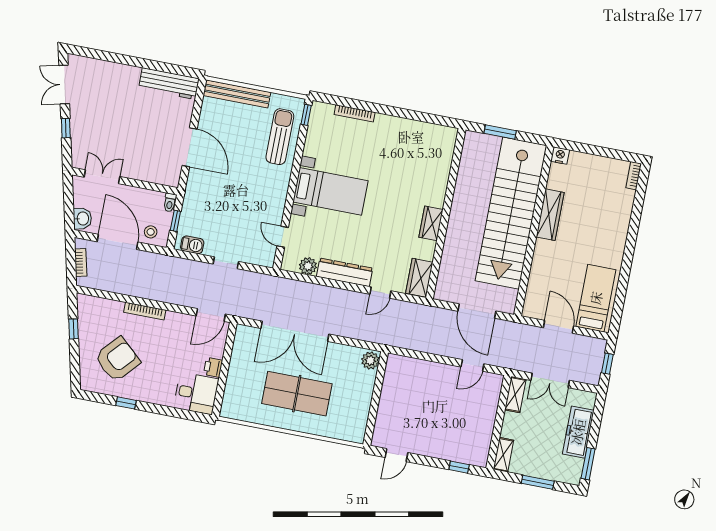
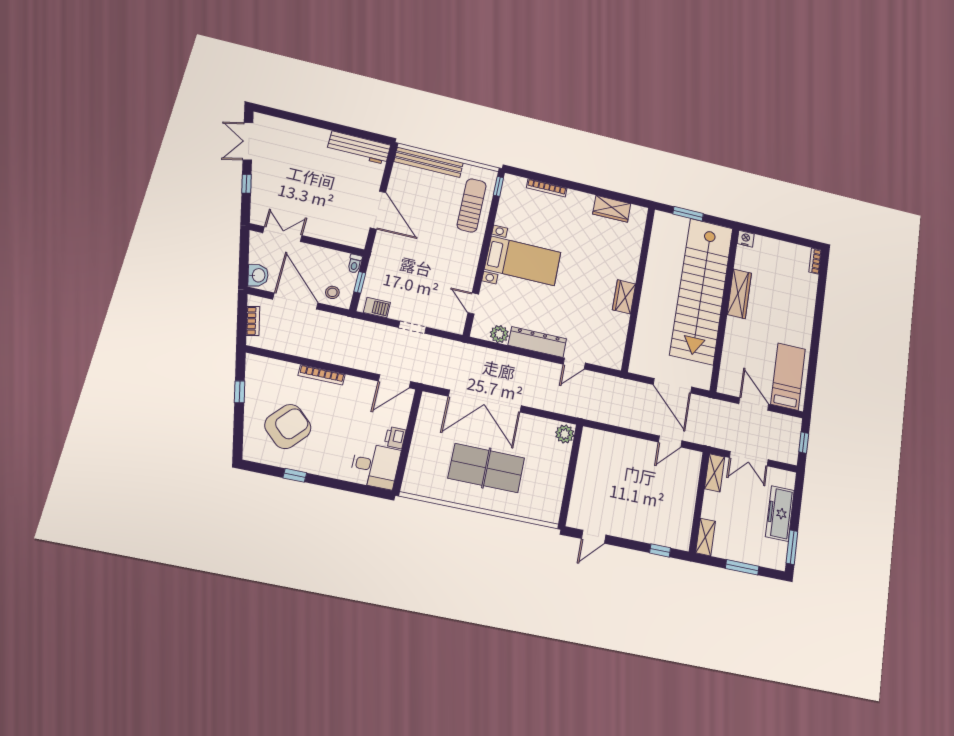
wardrobe: (419, 278) -> (612, 209), moved, turned -90

